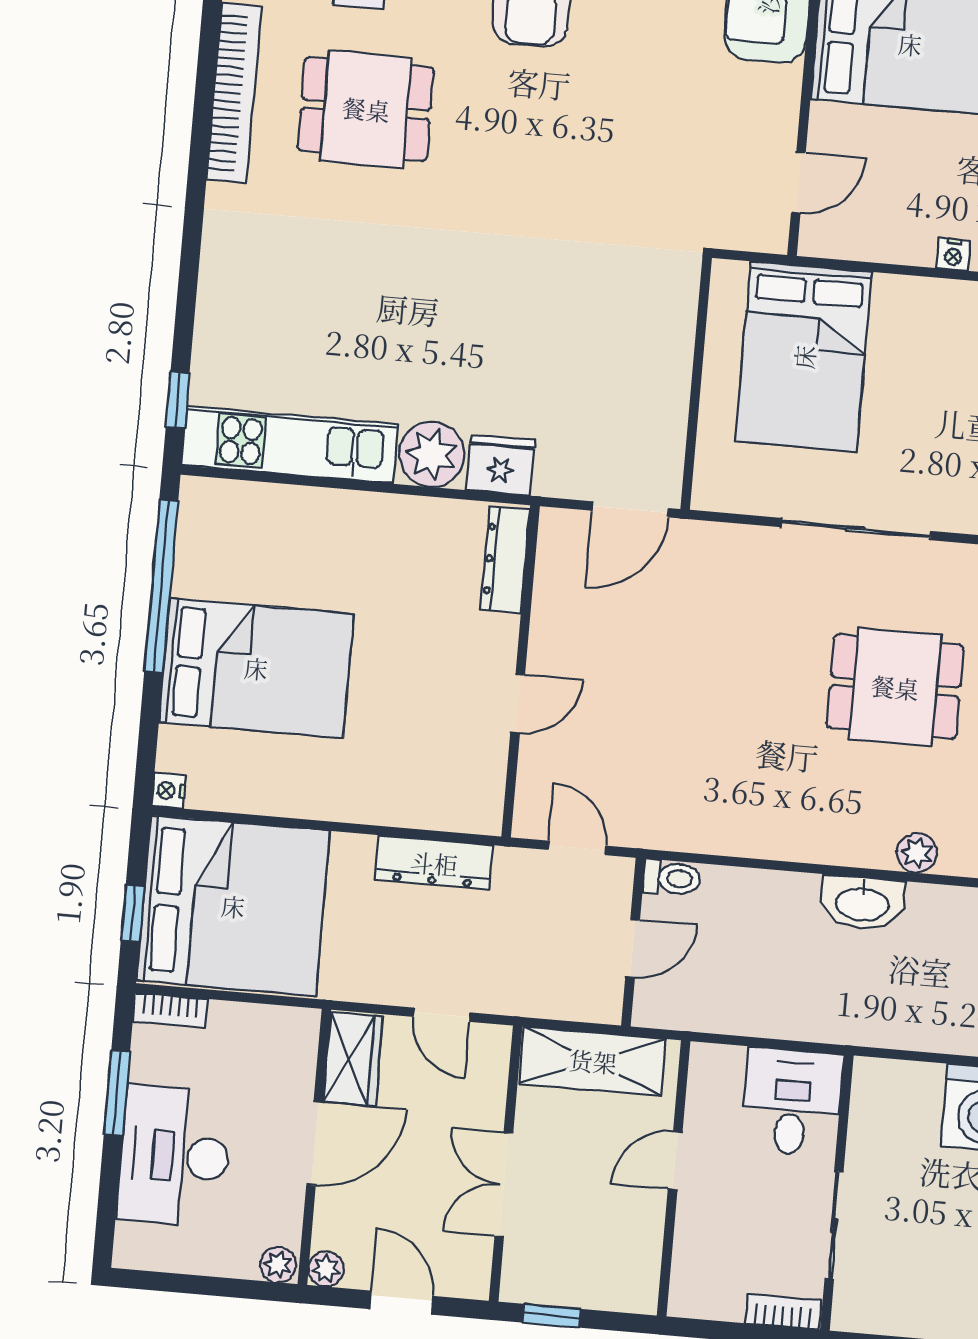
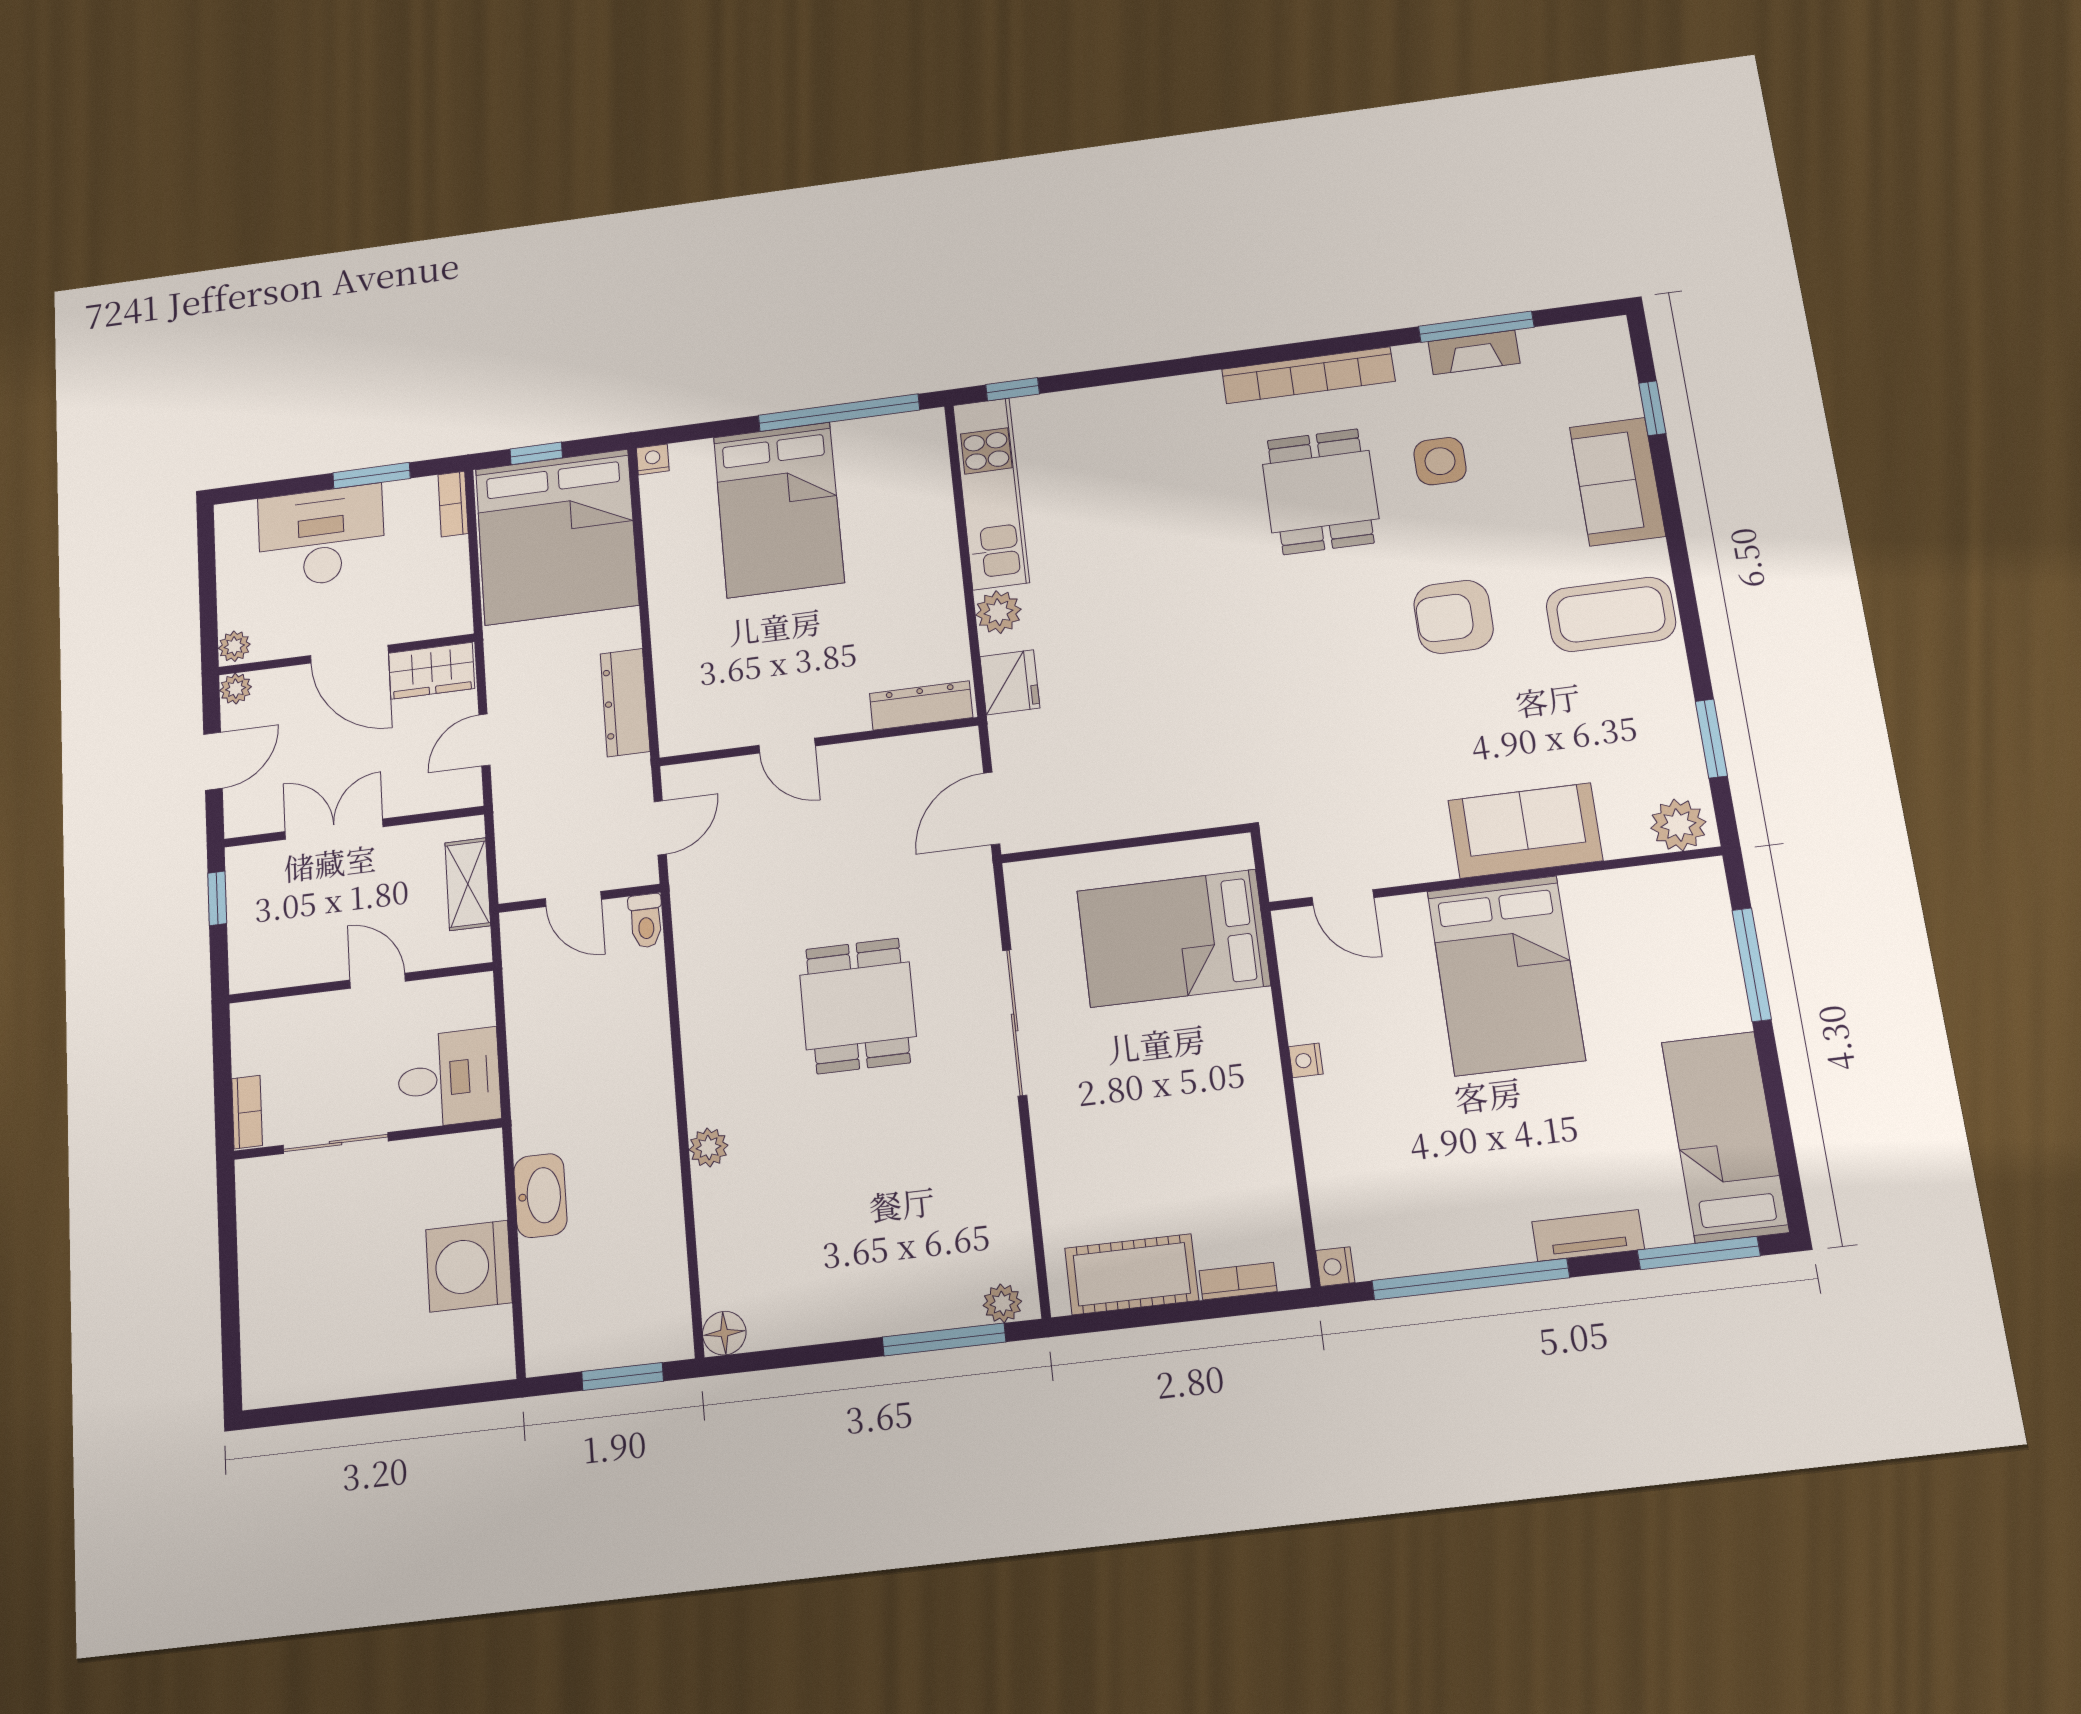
plant: (431, 454) -> (998, 612), width x0.73, depth x0.73
door: (630, 509) -> (992, 808), hinge flipped
dining table: (895, 687) -> (858, 1006), moved
washbasin: (862, 903) -> (540, 1196), moved, turned 180
shelving: (593, 1061) -> (468, 884), width x0.67, depth x0.75

